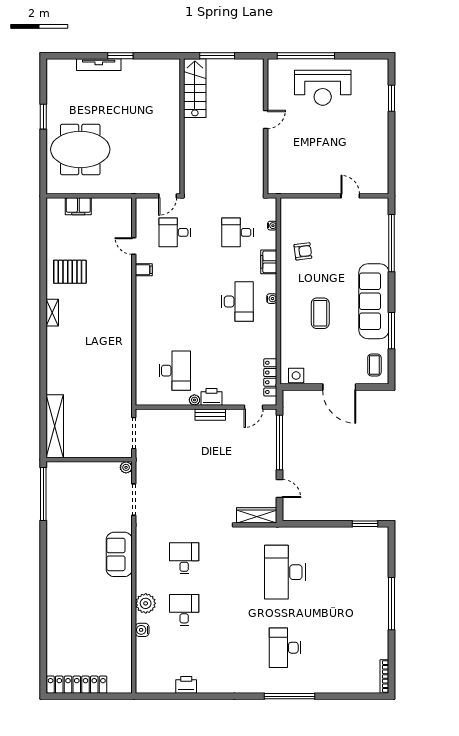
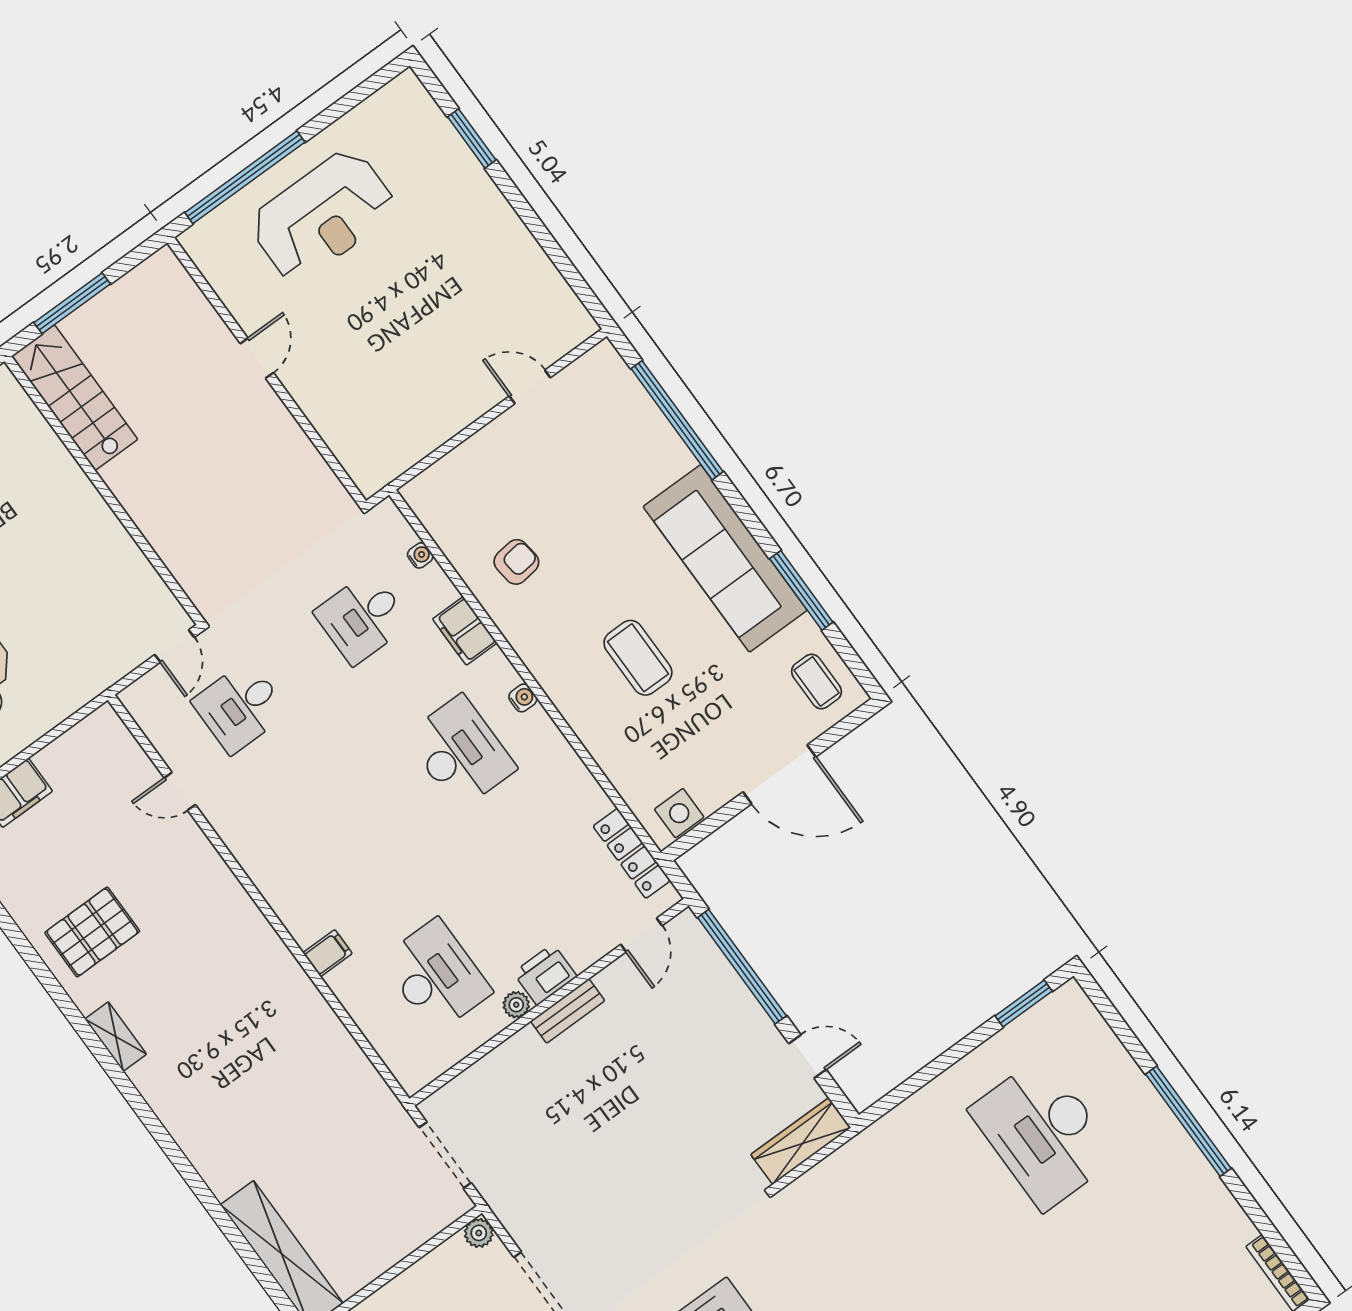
filing cabinet: (144, 270) -> (328, 953), moved
desk: (285, 572) -> (1044, 1133), moved

